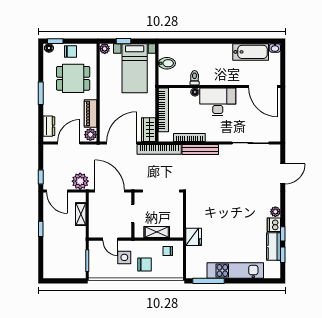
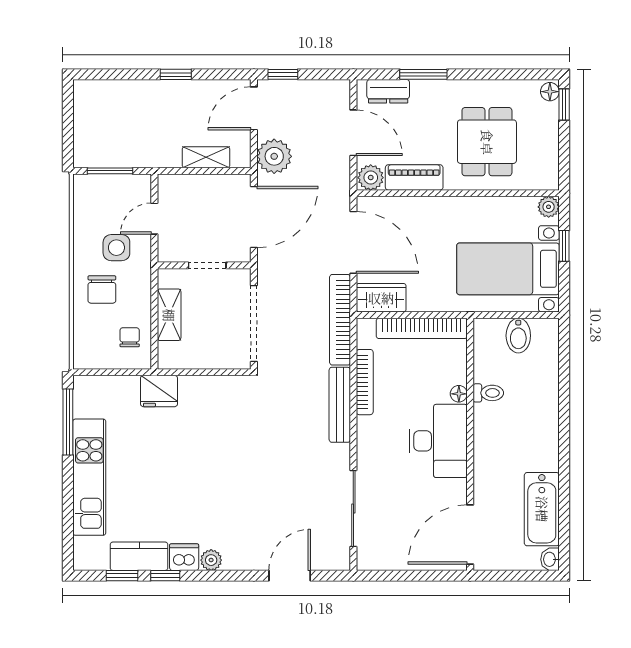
chair: (70, 52) -> (542, 136), removed
window: (41, 93) -> (423, 74), moved
door: (283, 174) -> (290, 576), swing flipped

